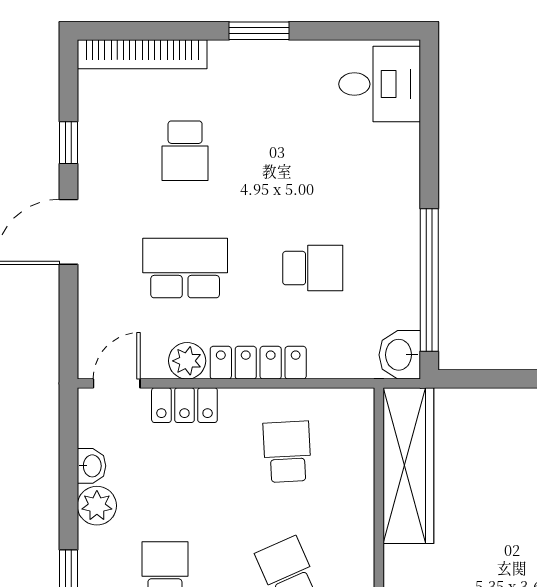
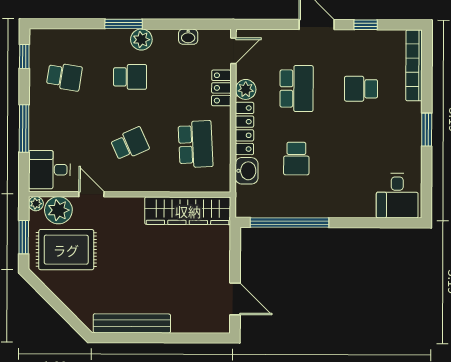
washbasin: (400, 355) -> (247, 171), moved, turned 90
door: (117, 383) -> (233, 51), hinge flipped
school desk: (287, 452) -> (196, 144), width x1.85
plant: (97, 506) -> (141, 40), moved

